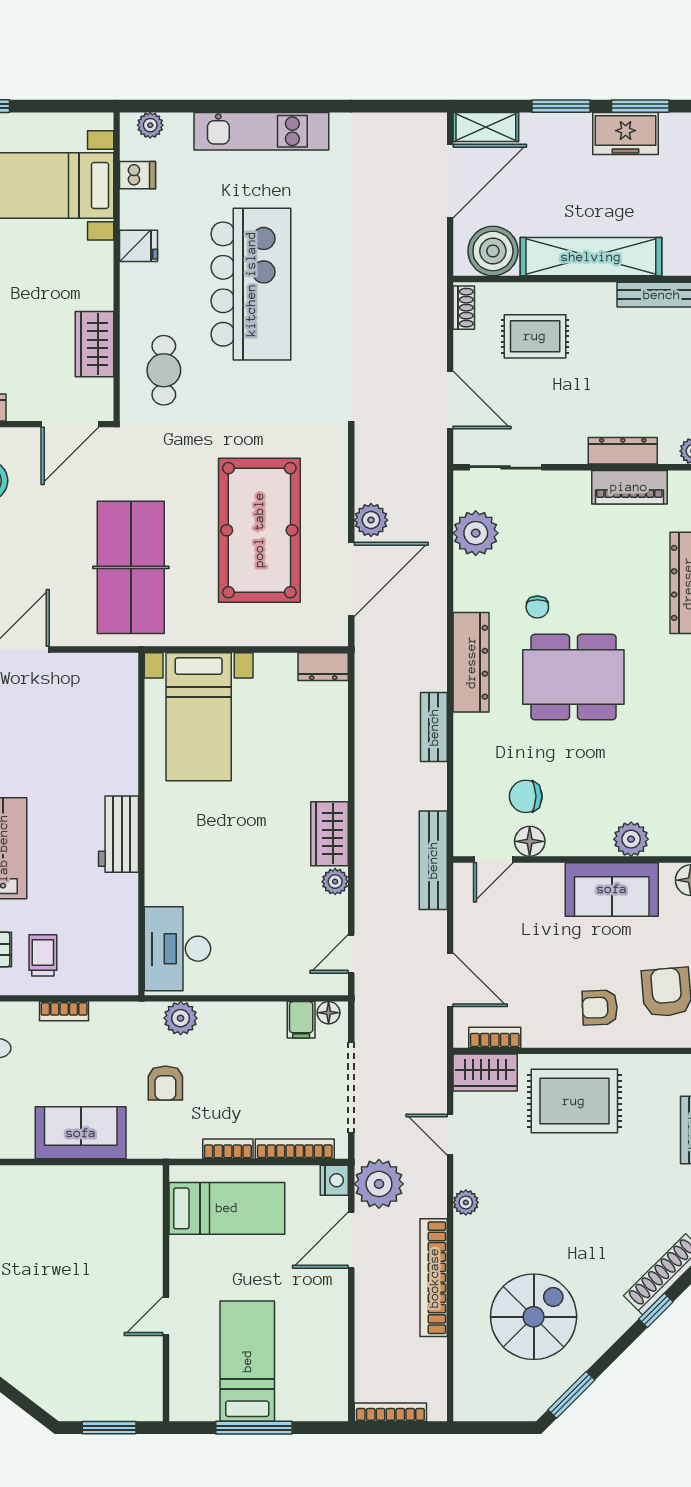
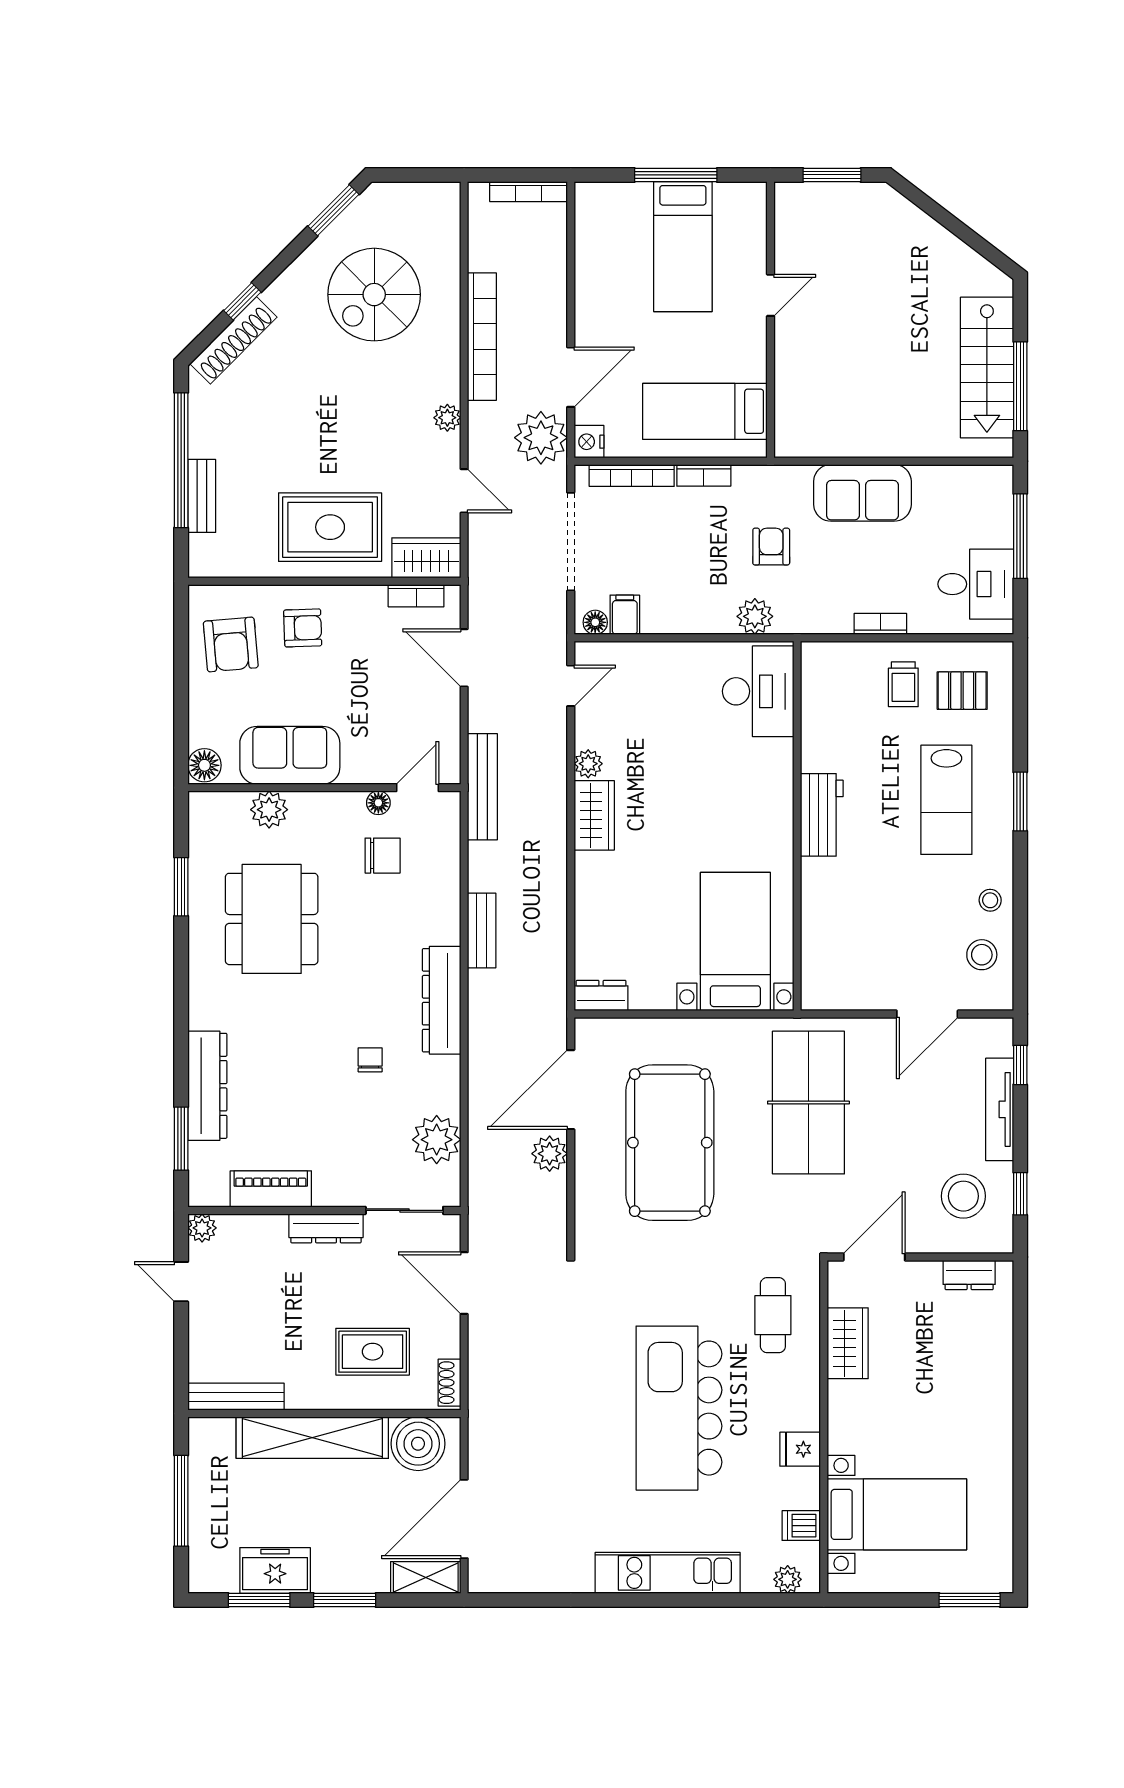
dresser: (623, 451) -> (326, 1228), moved
dining table: (573, 677) -> (272, 919), moved, turned 90
floor lamp: (530, 841) -> (378, 803), width x0.73, depth x0.73

